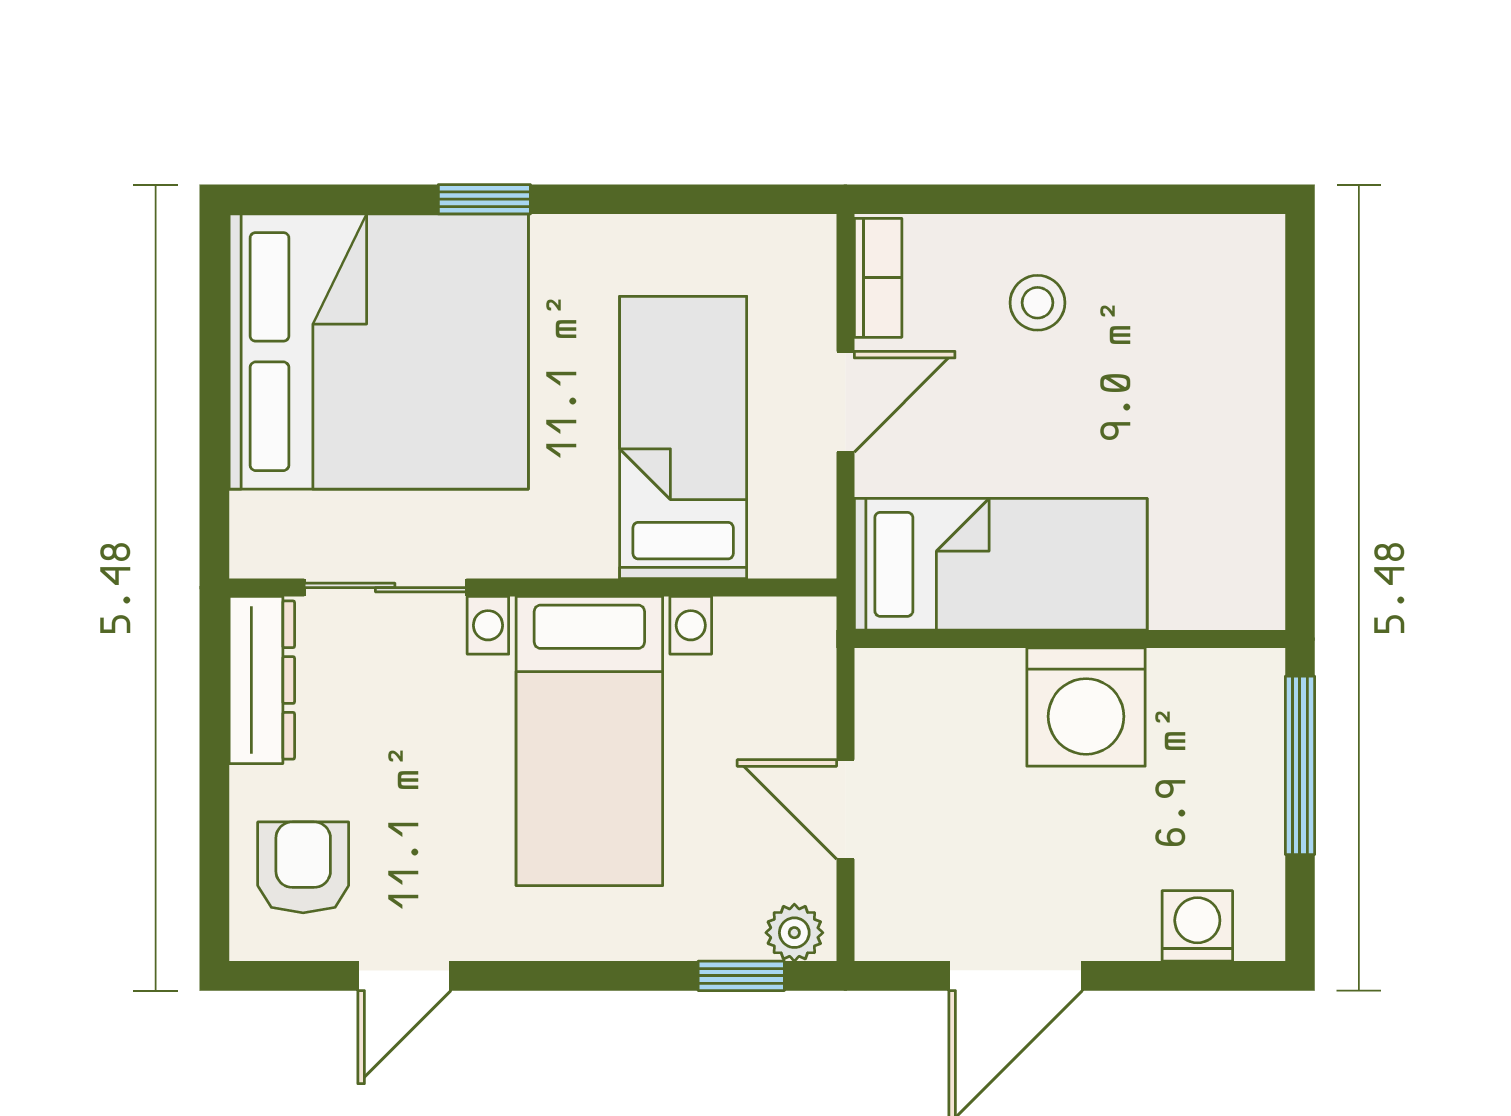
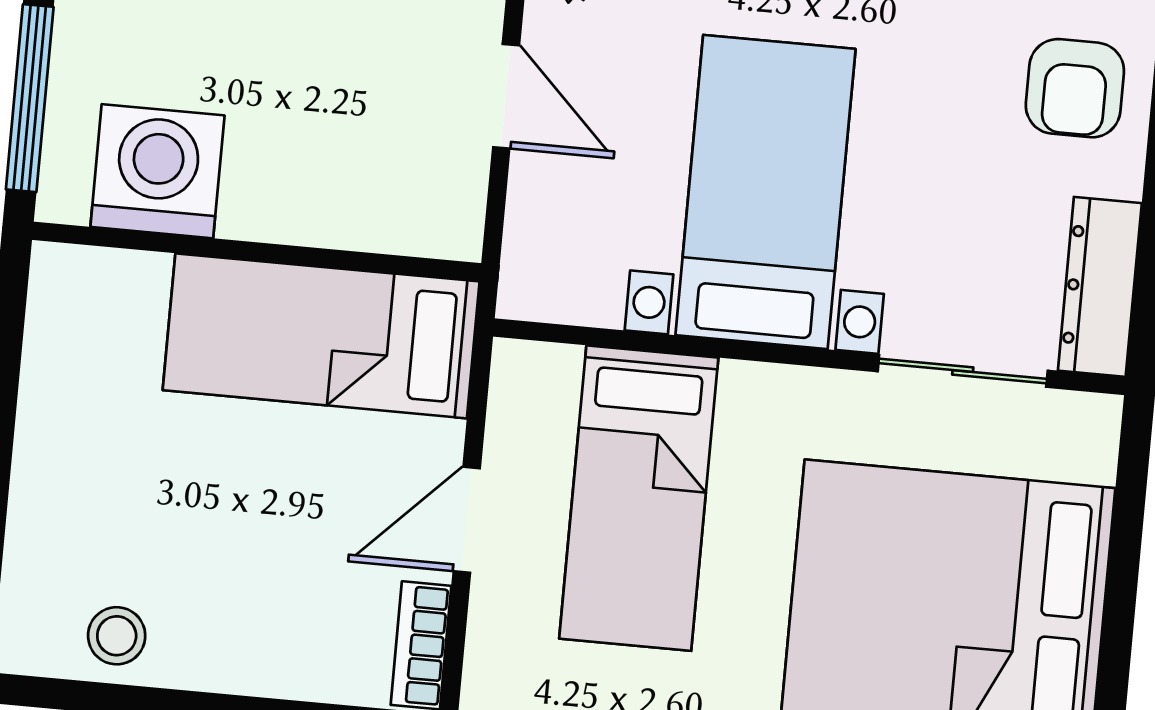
stool: (1037, 303) -> (117, 636), moved
washing machine: (1086, 707) -> (157, 171), moved

